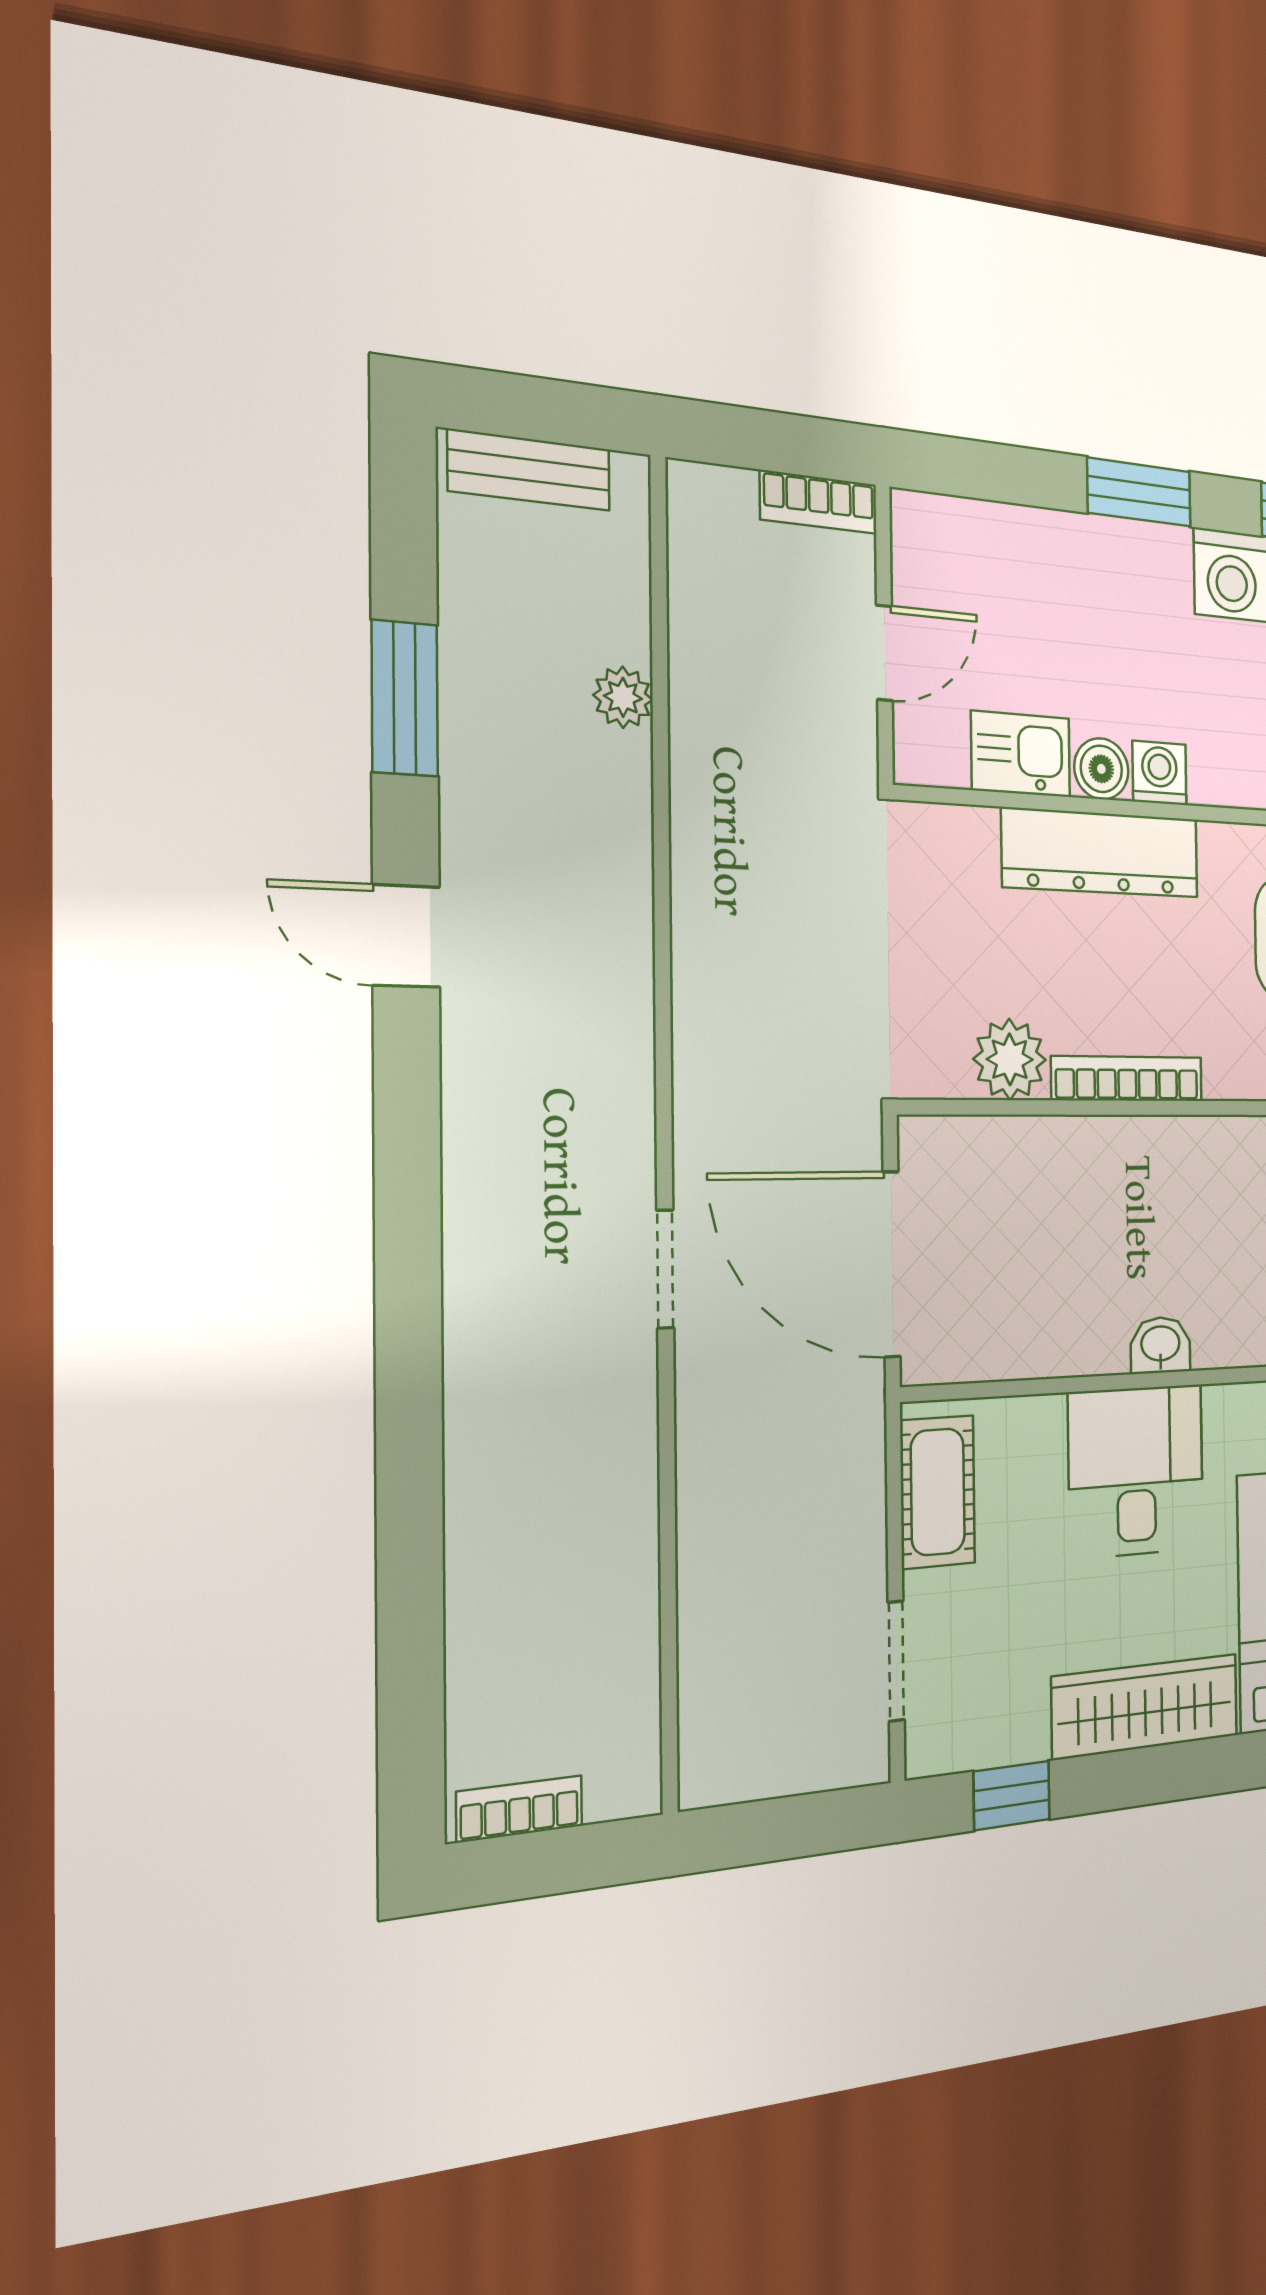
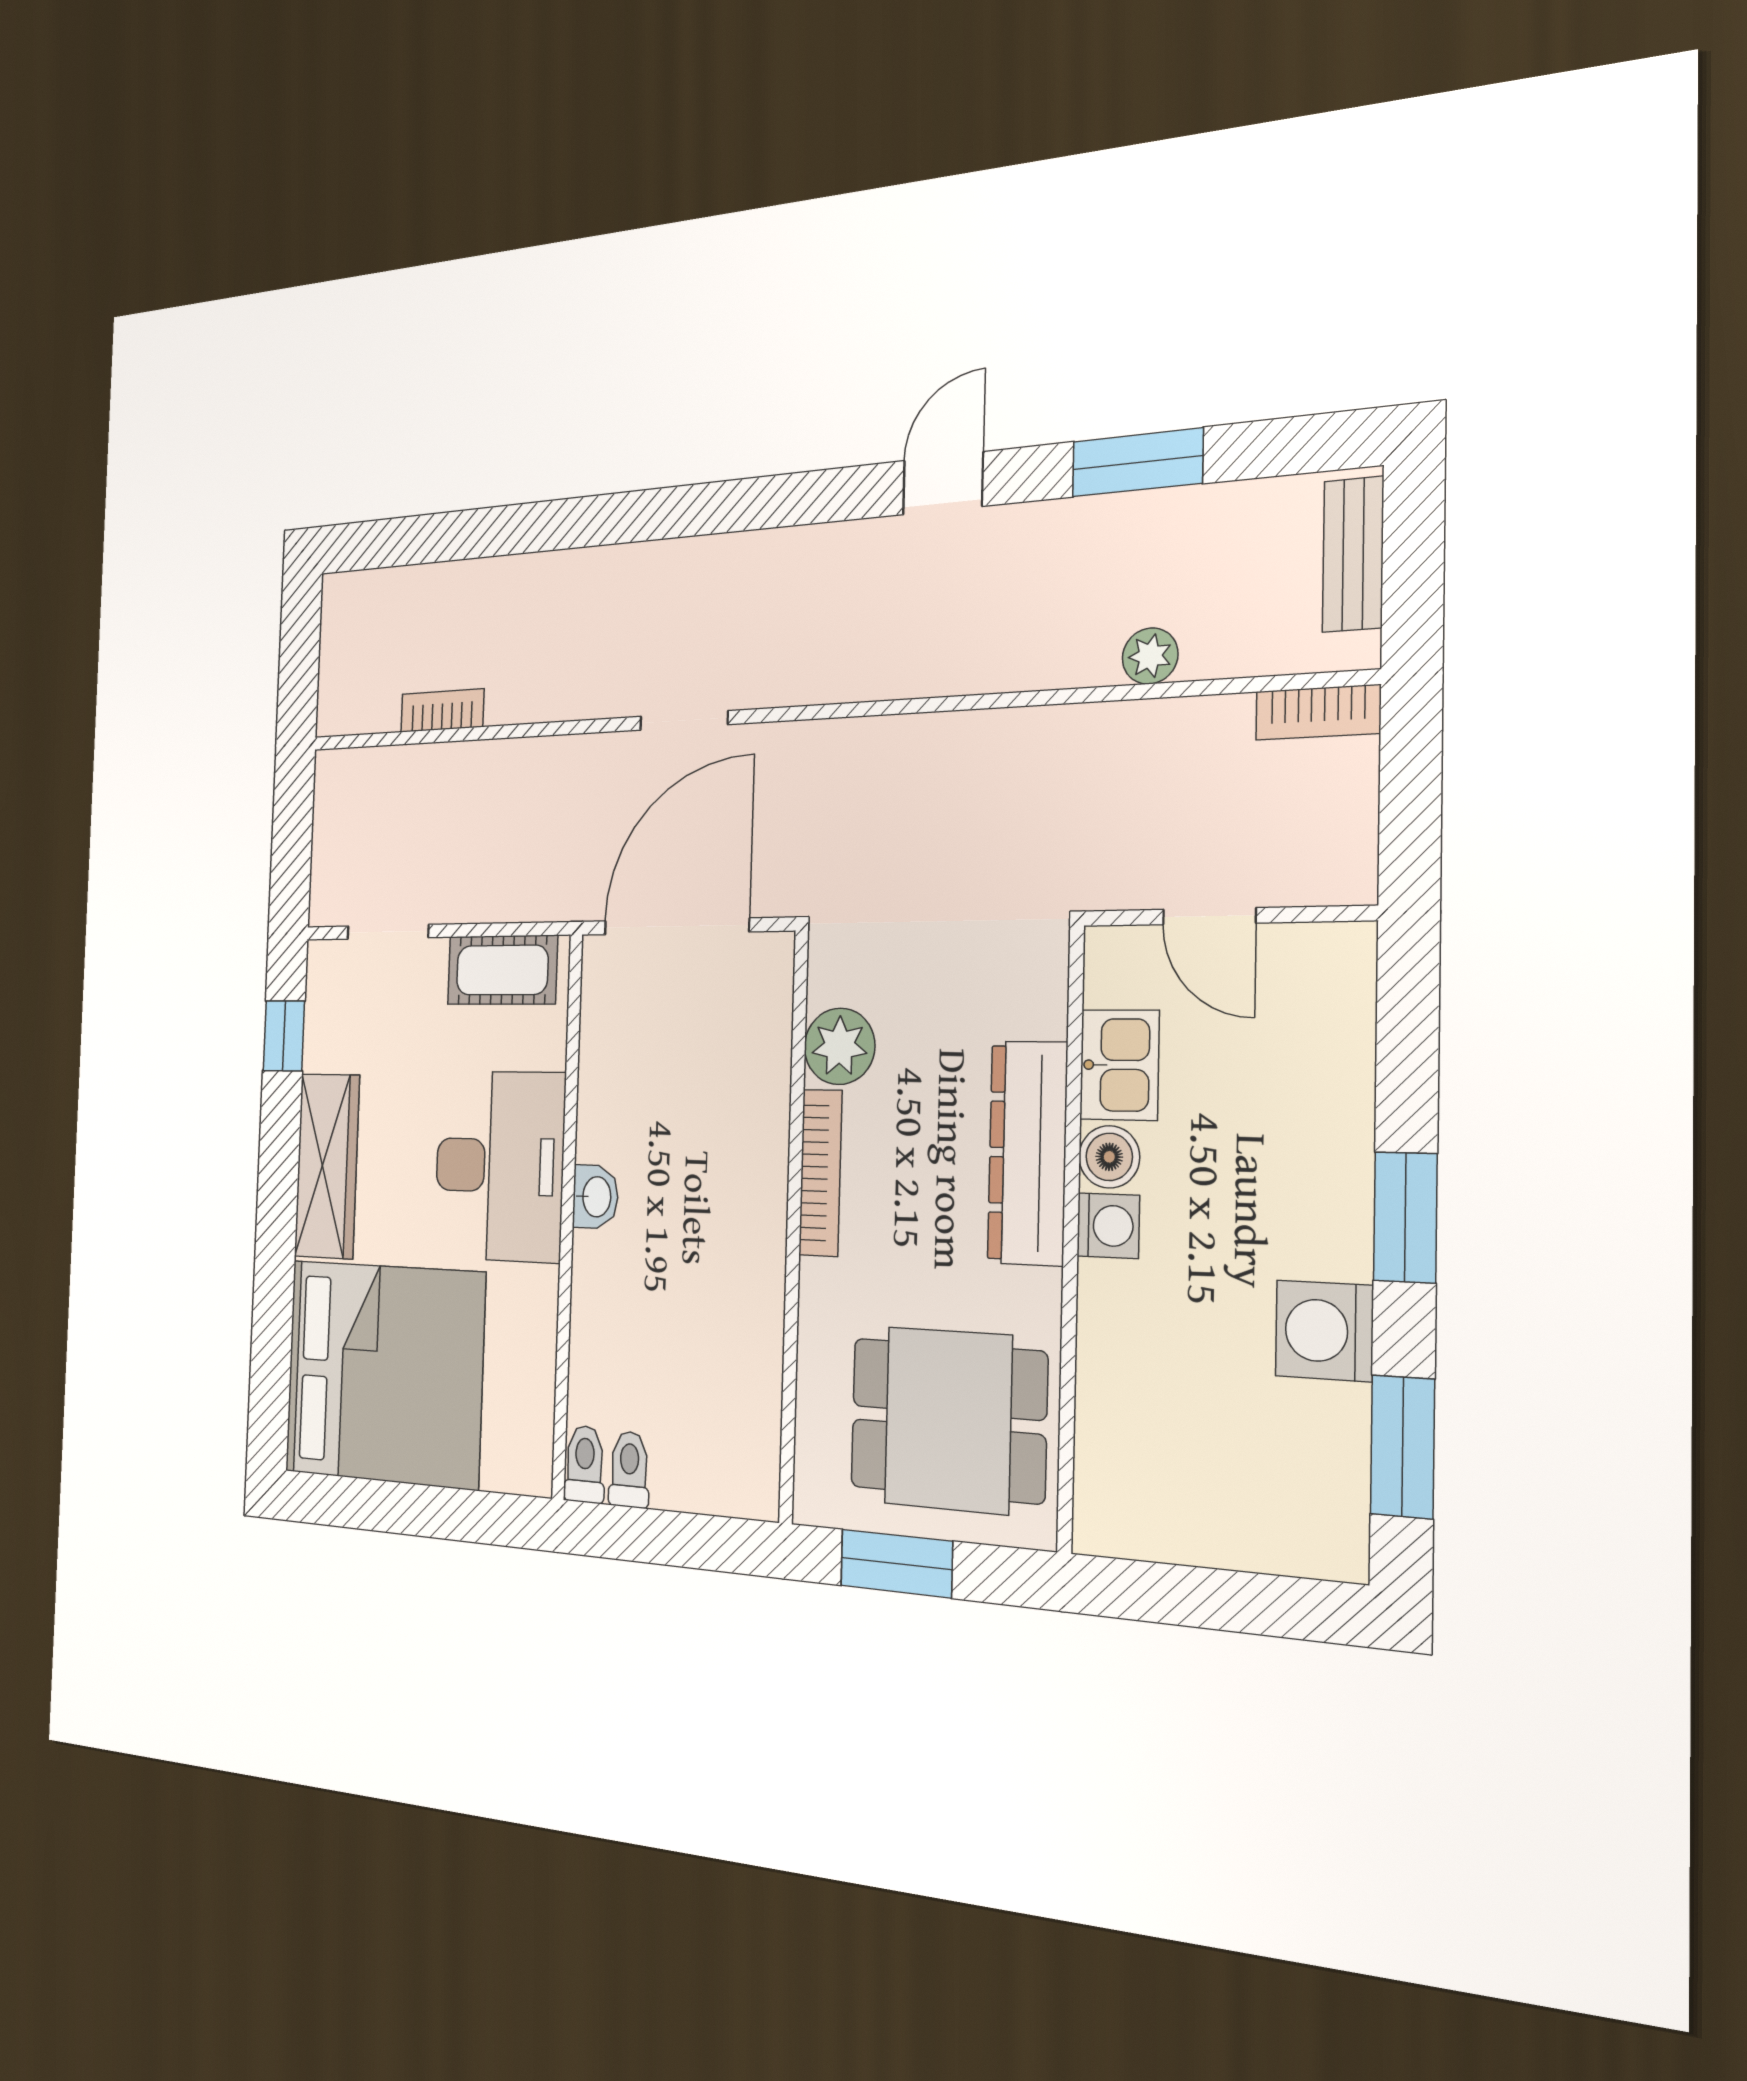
bookcase: (819, 502) -> (1318, 712), moved, turned -90
desk: (1136, 1471) -> (499, 1166), width x1.37
bookcase: (520, 1809) -> (442, 710), moved, turned -90

